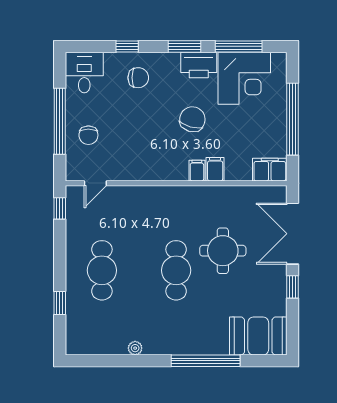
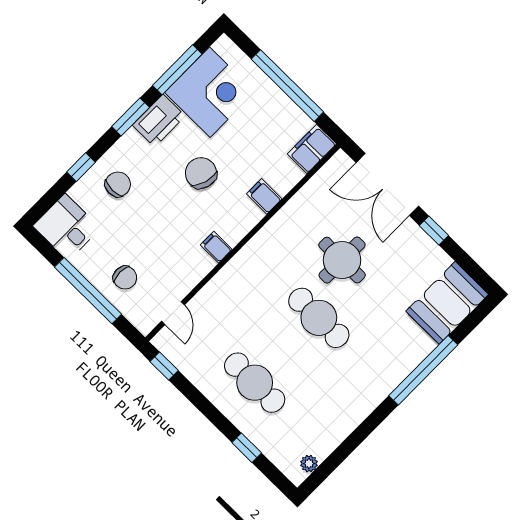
filing cabinet: (197, 171) -> (216, 247), moved
plant: (135, 348) -> (309, 464), moved

